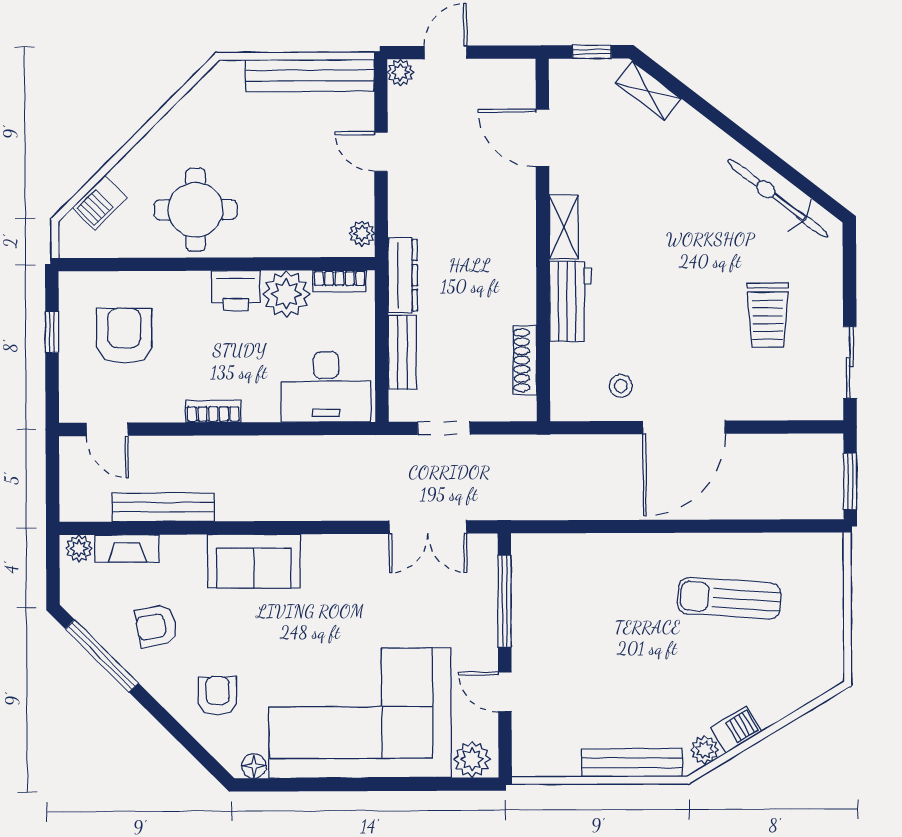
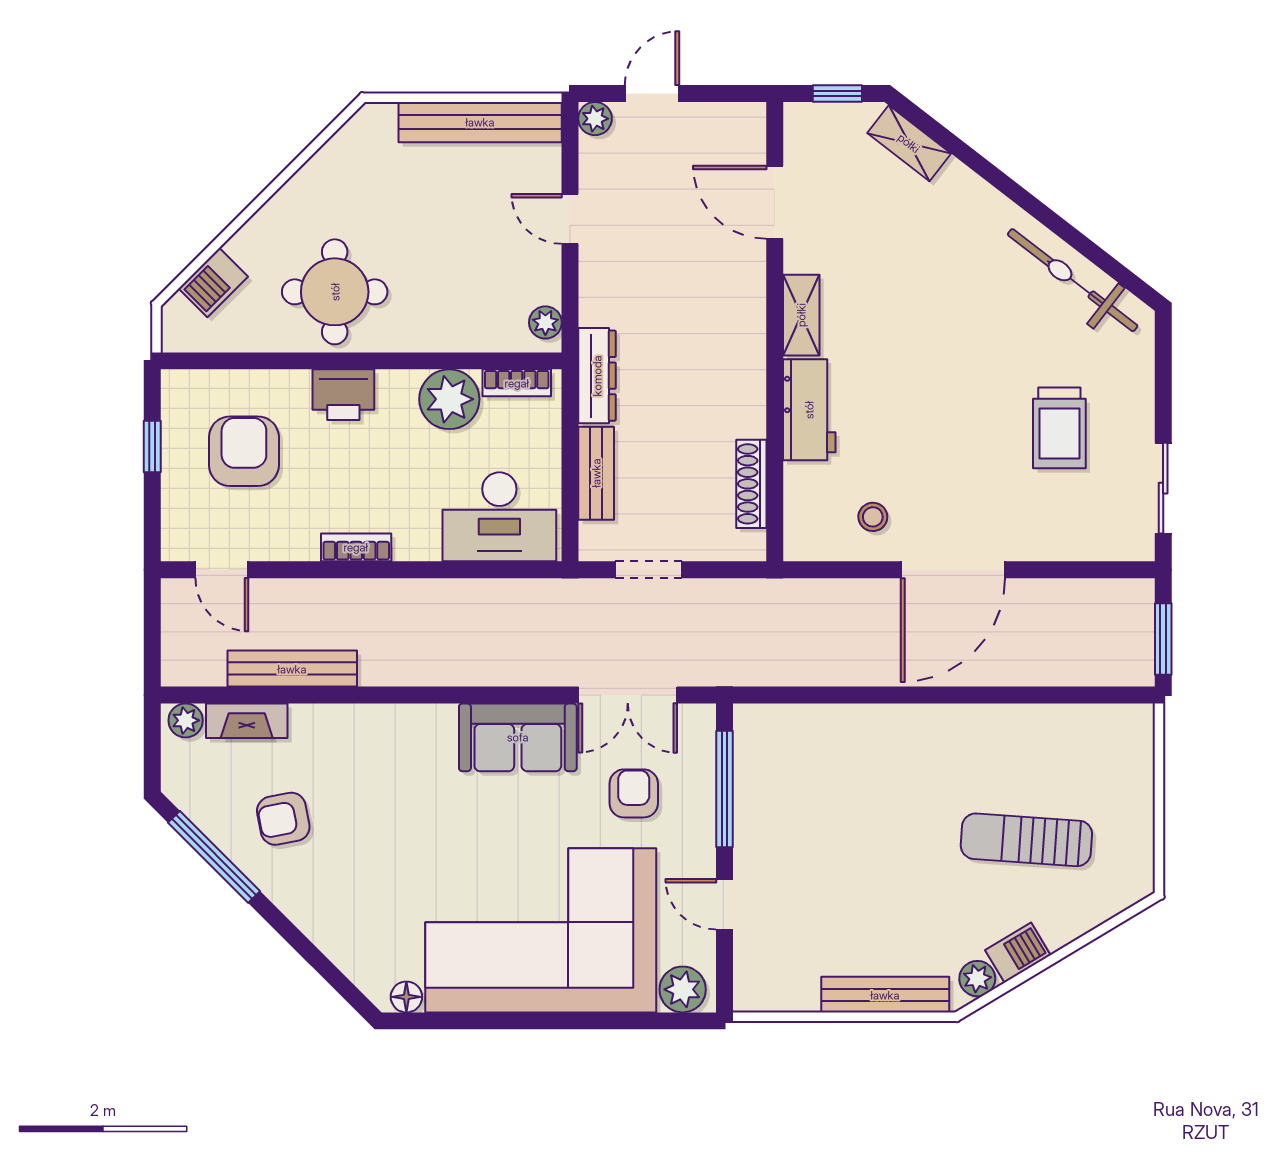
printer: (236, 291) -> (343, 395), moved
sofa: (254, 561) -> (518, 737), moved
sun lounger: (729, 598) -> (1026, 840), moved
armchair: (218, 696) -> (634, 793), moved

